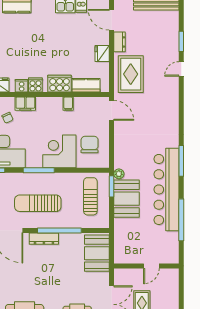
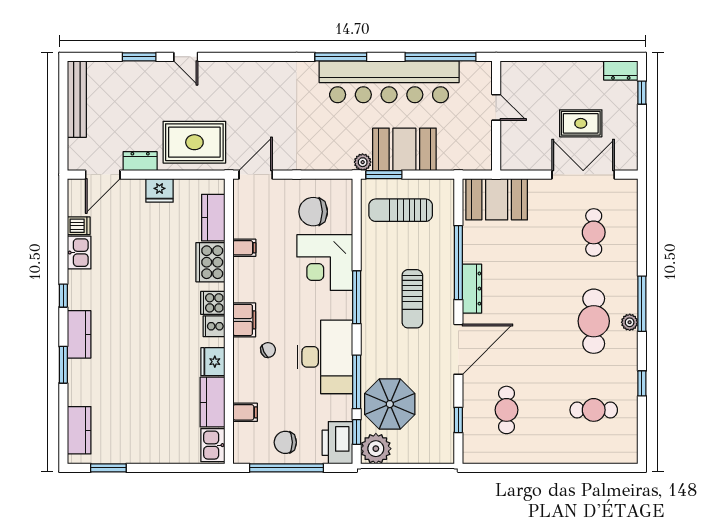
sun lounger: (38, 203) -> (412, 299), width x0.73, depth x0.75
wall: (146, 266) -> (496, 116), moved
door: (151, 266) -> (496, 107), moved

